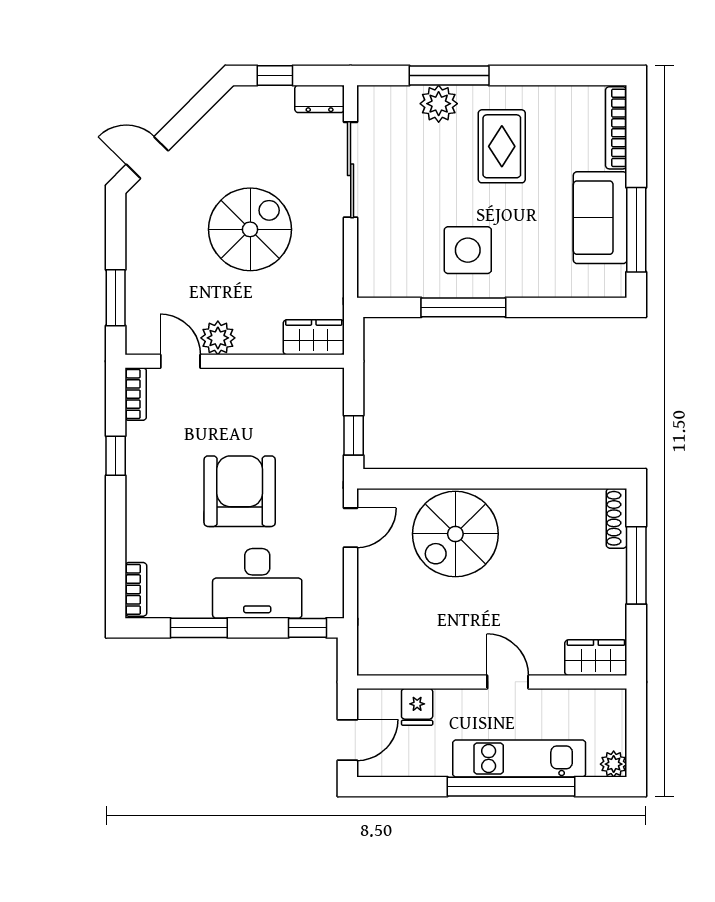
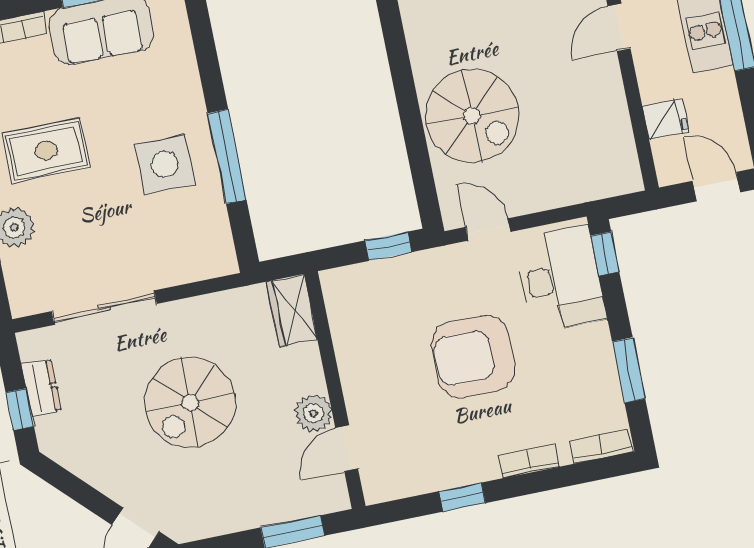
dresser: (320, 99) -> (41, 388), moved
spiral stairs: (250, 229) -> (190, 402), turned -90
bookcase: (136, 394) -> (529, 461), moved
desk: (257, 583) -> (560, 279), moved

